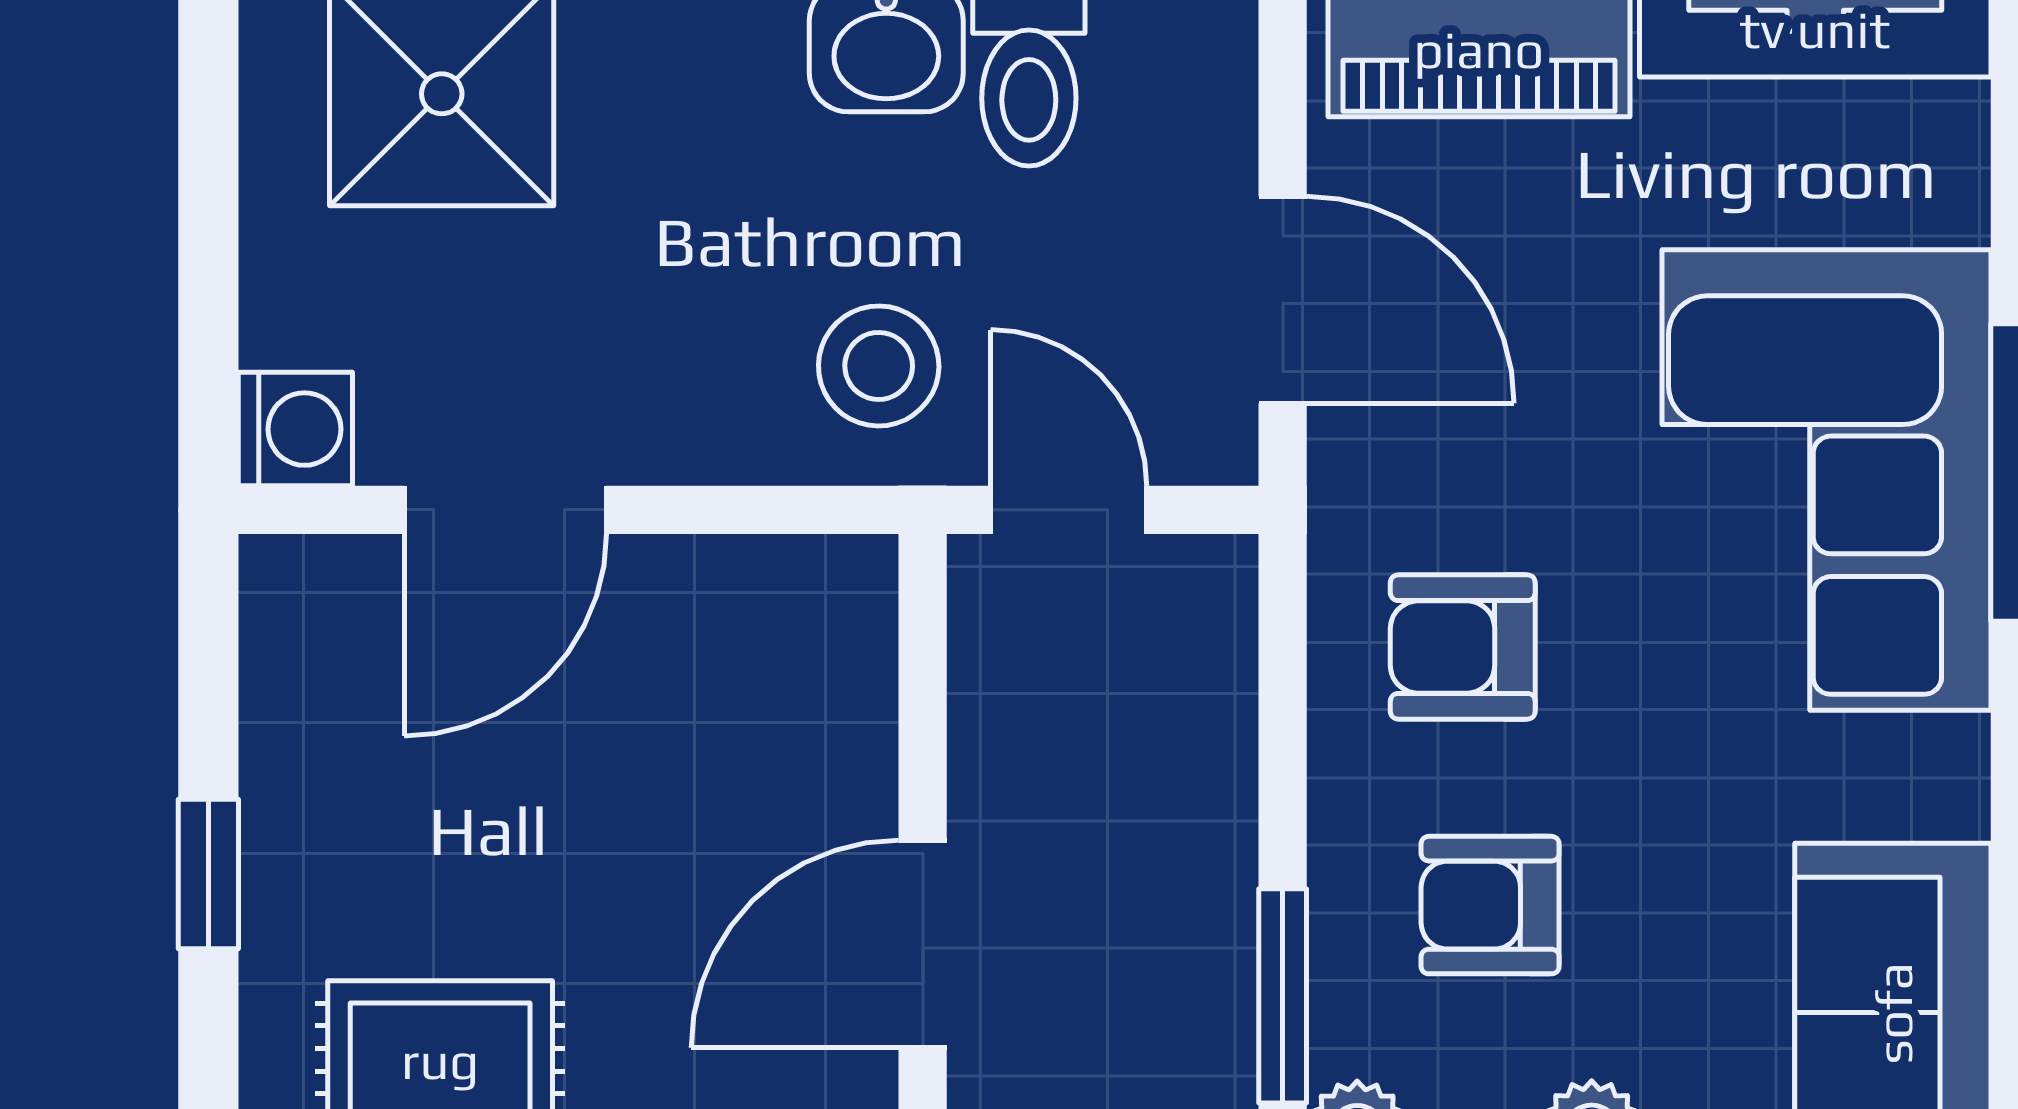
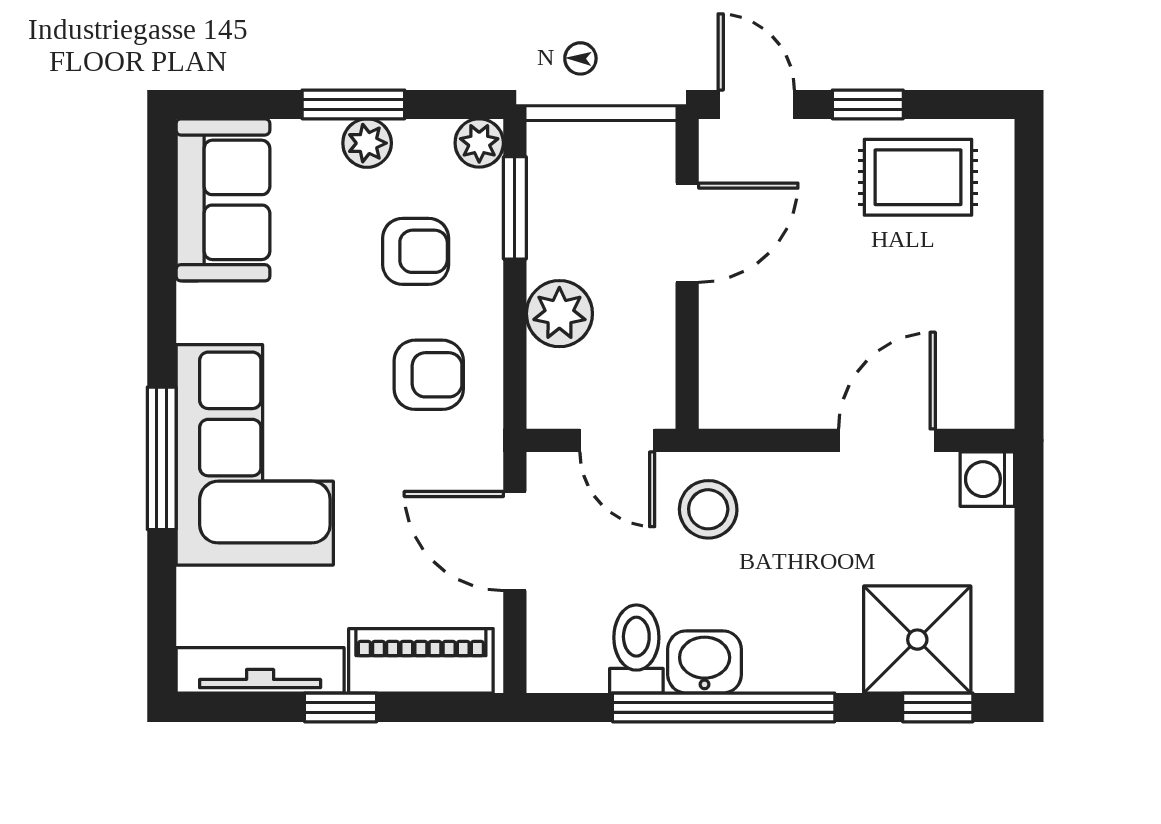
plant: (1190, 775) -> (559, 314), added
window: (208, 874) -> (1029, 266), removed

